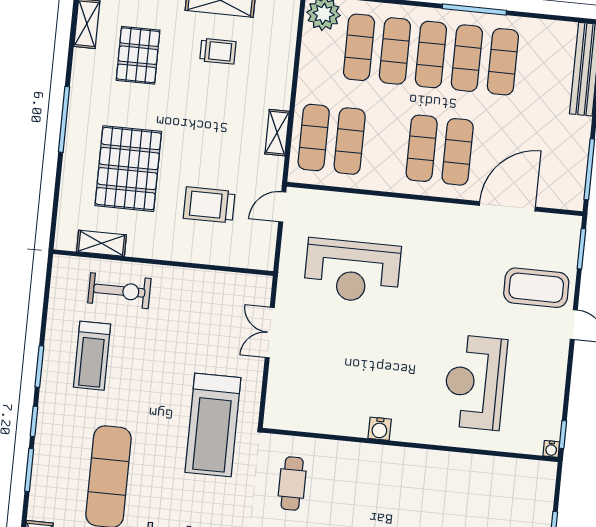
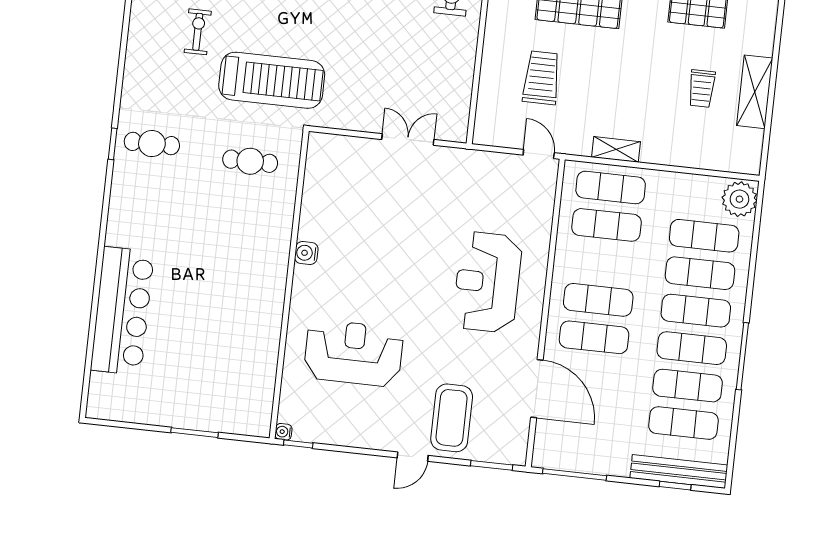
exercise mat: (539, 65) -> (683, 423), added
reception desk: (352, 271) -> (487, 282), moved
treadmill: (213, 425) -> (272, 80), moved, turned 180

